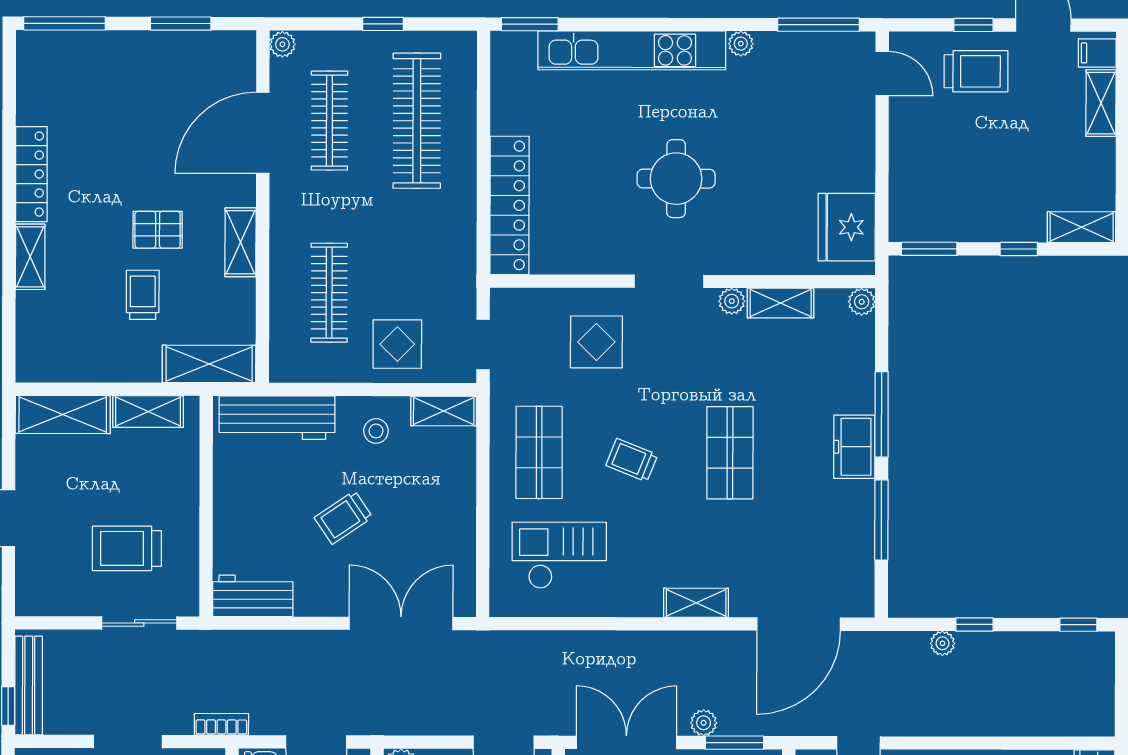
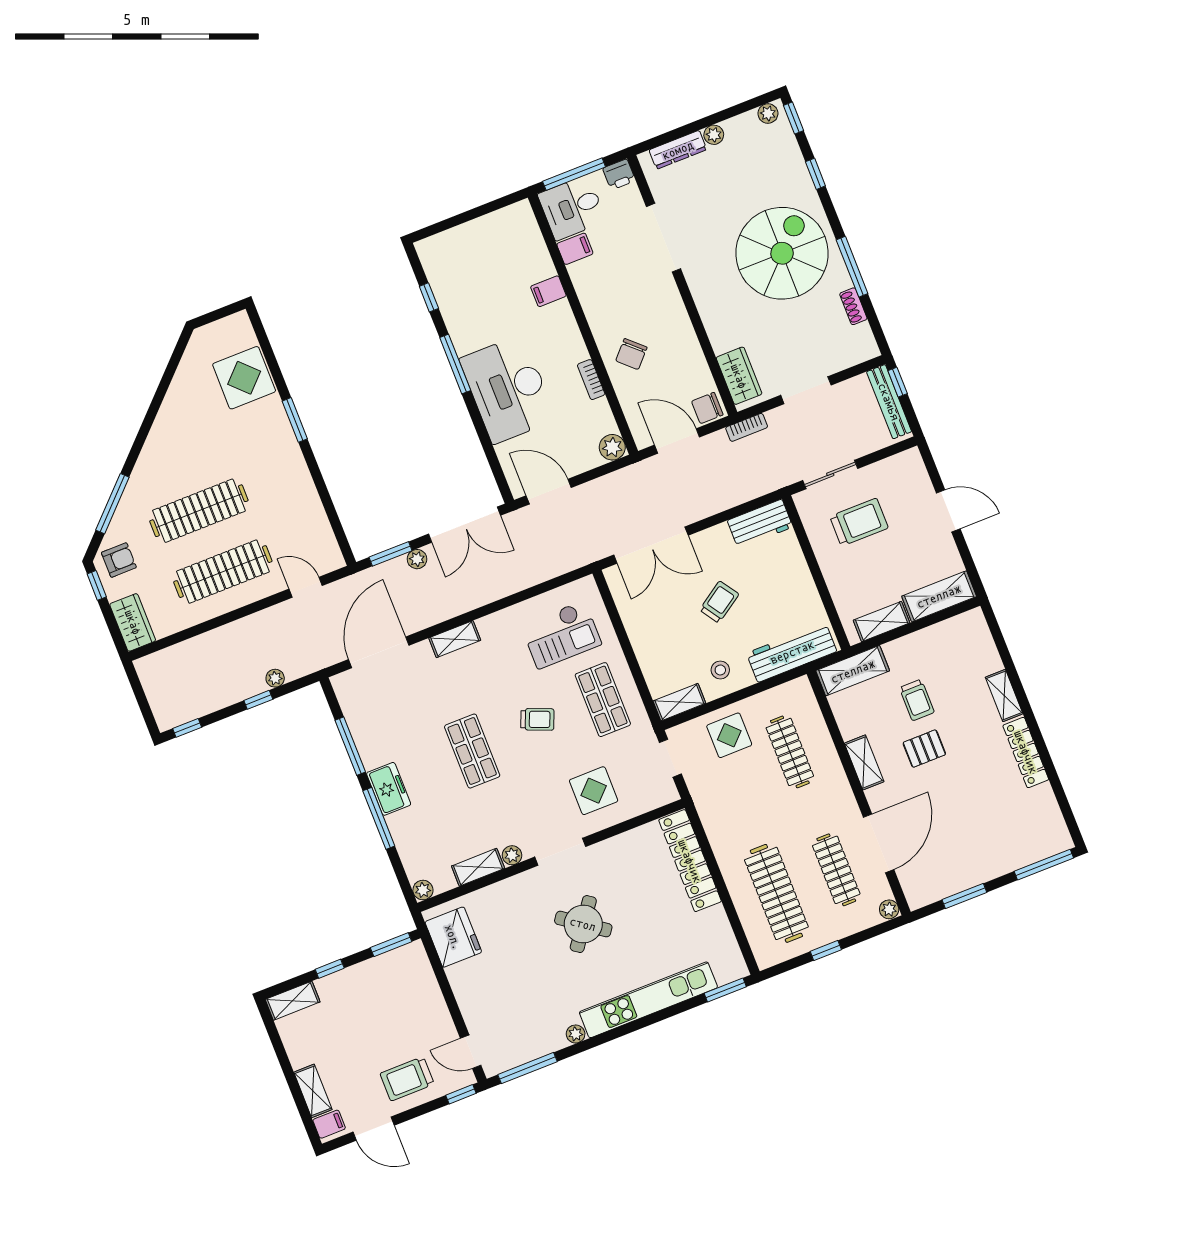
window: (973, 25) -> (461, 1094), moved
round table: (676, 179) -> (583, 924), turned 36

